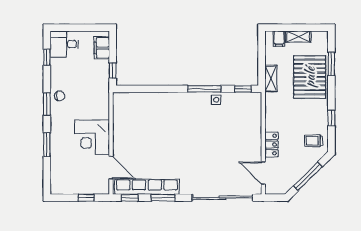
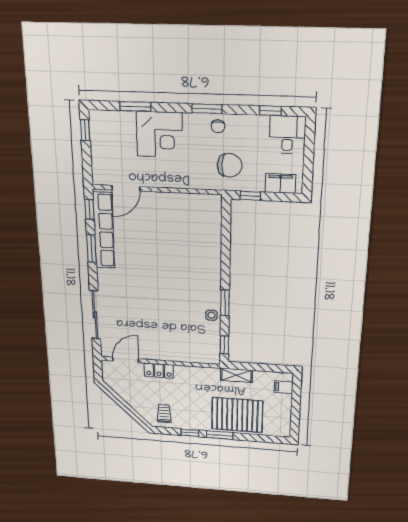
shelving: (298, 37) -> (285, 407), removed
window: (331, 64) -> (220, 435), moved
chair: (89, 87) -> (230, 165), added
window: (204, 89) -> (225, 303), width x0.69
corner desk: (92, 137) -> (159, 134), moved, turned 180
window: (47, 145) -> (135, 106), moved
window: (308, 176) -> (124, 405), removed
window: (86, 198) -> (85, 130), moved
sliding door: (222, 198) -> (95, 315), width x0.73

